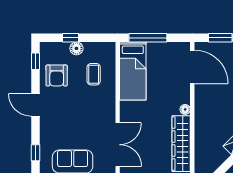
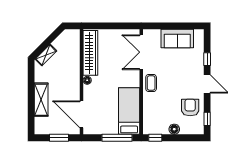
window: (71, 38) -> (155, 138), moved
coffee table: (94, 74) -> (151, 83), moved
window: (35, 153) -> (207, 59), moved

